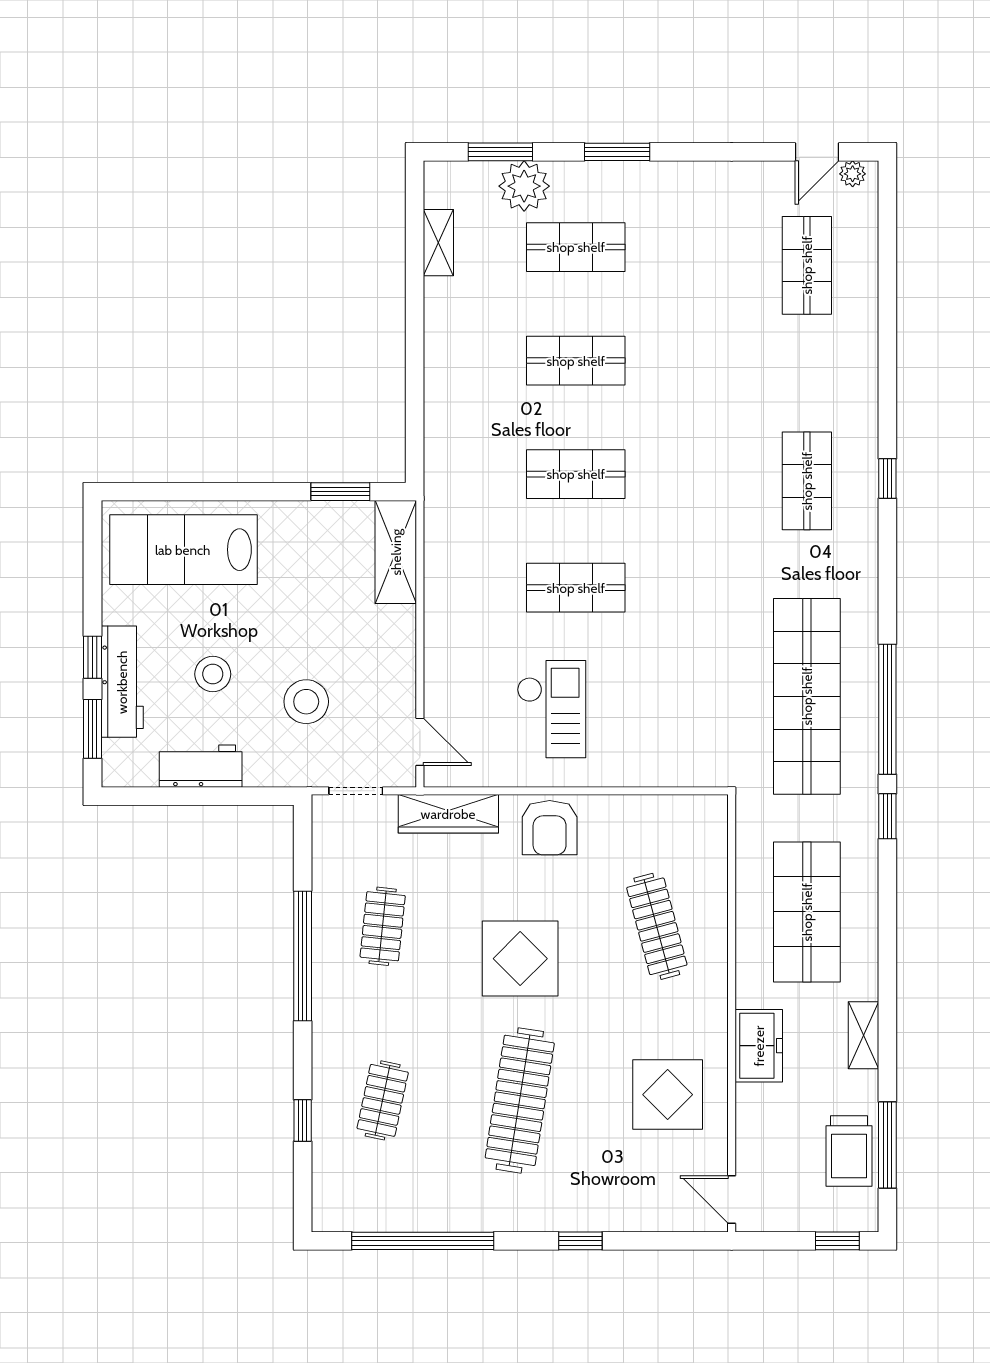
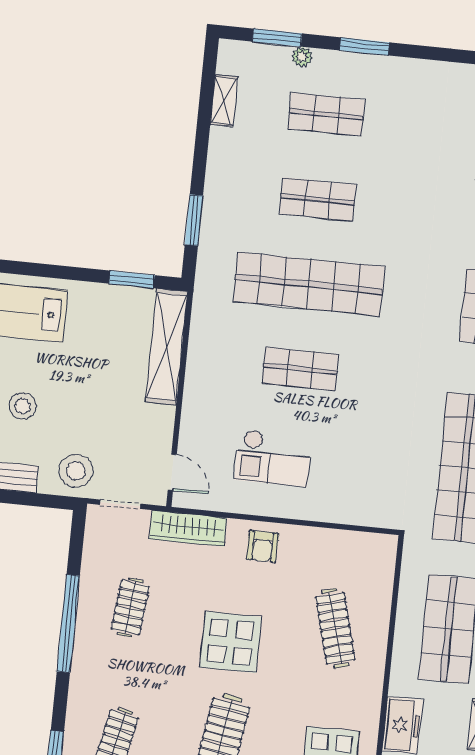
plant: (524, 186) -> (302, 57), width x0.53, depth x0.53
window: (415, 405) -> (194, 220), added
shop shelf: (576, 474) -> (309, 284), width x2.00, depth x1.36
shelving: (396, 552) -> (167, 347), width x1.47
stool: (306, 702) -> (76, 471), moved
checkout: (551, 709) -> (273, 458), turned 90
armchair: (550, 828) -> (263, 546), width x0.72, depth x0.72

